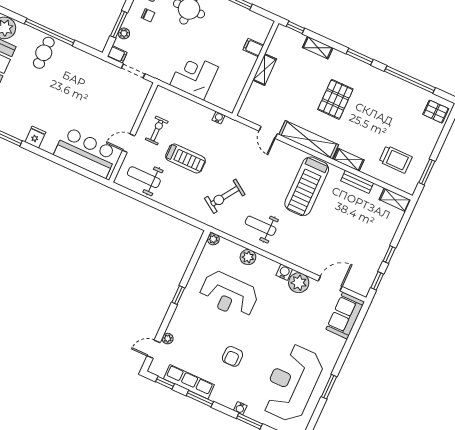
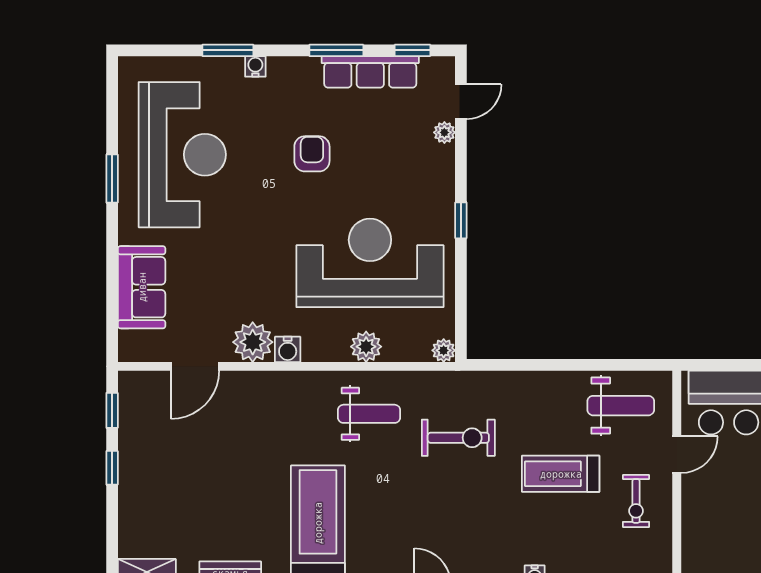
exercise bike: (225, 196) -> (458, 438), turned 56
reception desk: (229, 294) -> (370, 263), width x1.36, depth x1.30
sofa: (345, 316) -> (142, 287), moved

